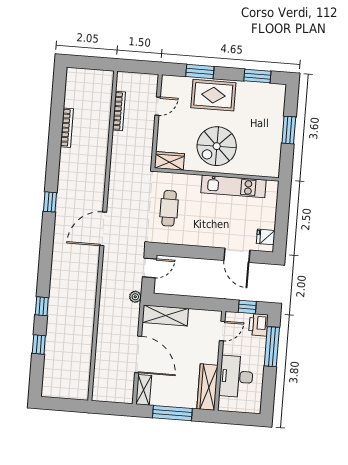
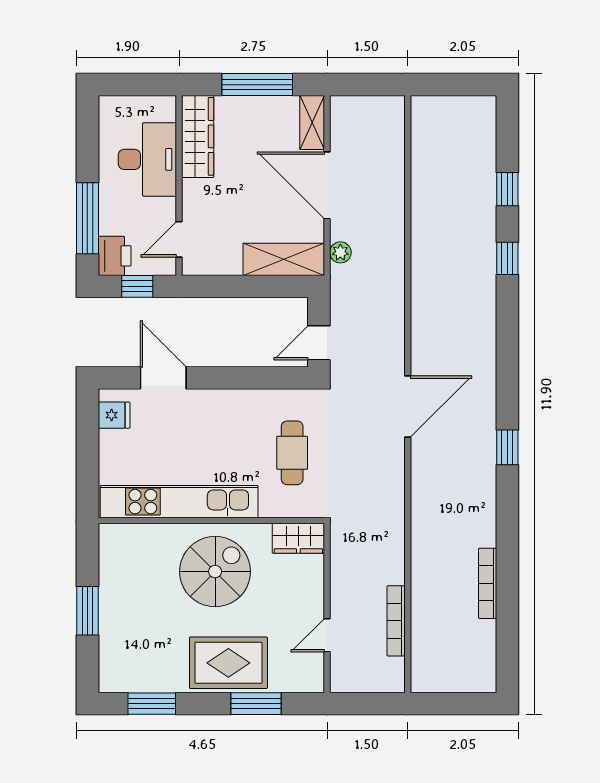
kitchen unit: (234, 186) -> (179, 502), width x1.36
plant: (135, 297) -> (340, 252), moved

